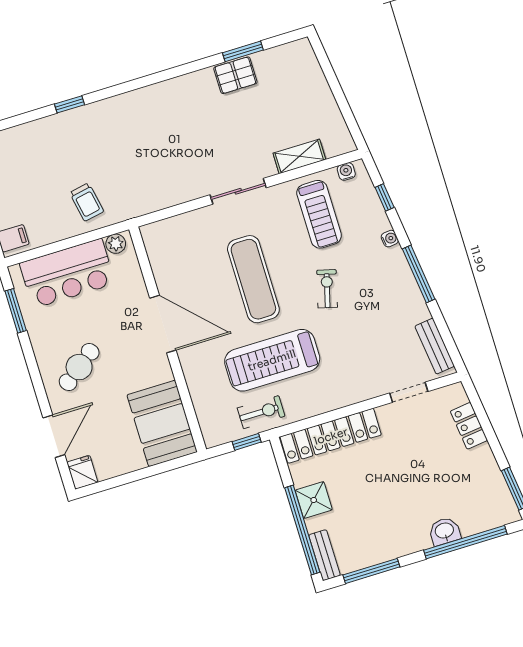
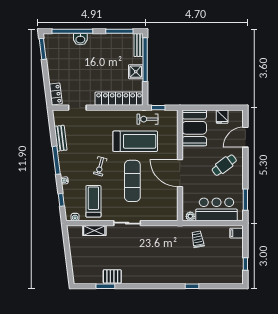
bench: (435, 346) -> (61, 138), moved
locker: (469, 426) -> (56, 94), moved
fridge: (82, 472) -> (222, 117), moved

